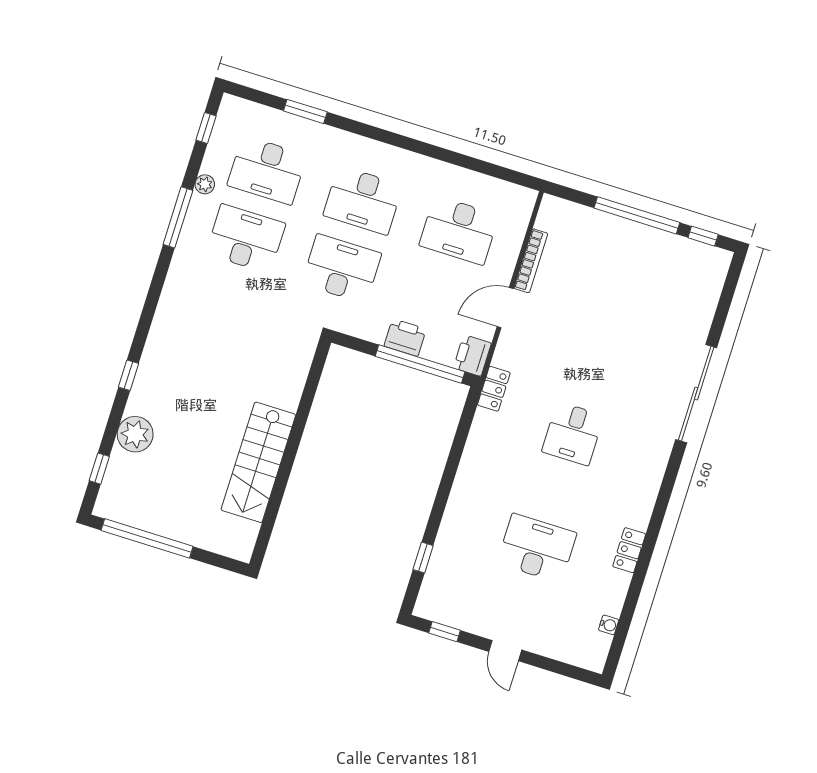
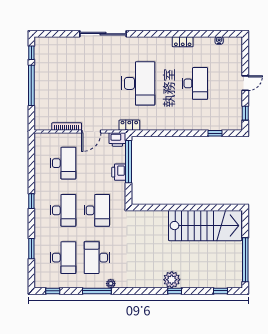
window: (402, 142) -> (31, 201), added
plant: (205, 184) -> (111, 284), moved
desk: (342, 269) -> (97, 210), turned 180
door: (505, 308) -> (91, 131), hinge flipped
plant: (135, 434) -> (172, 280), moved
desk: (573, 434) -> (138, 83), width x1.87, depth x1.30
stairs: (258, 462) -> (205, 226), width x1.36, depth x1.51
desk: (537, 548) -> (195, 83), turned 180

